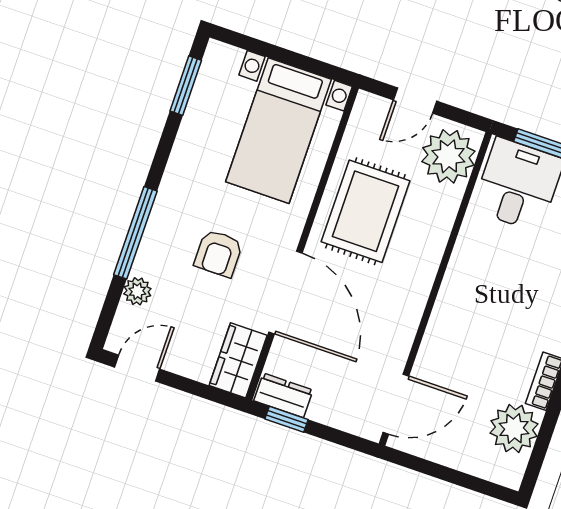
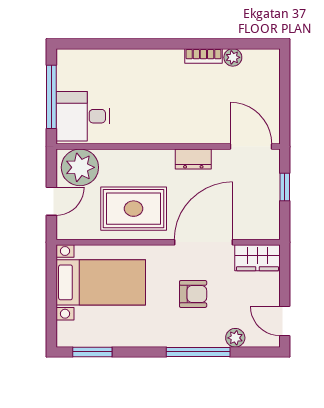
door: (415, 101) -> (51, 201), hinge flipped
dresser: (283, 395) -> (193, 159), moved, turned -90
window: (286, 419) -> (285, 187), moved
plant: (514, 428) -> (233, 57), width x0.53, depth x0.53

